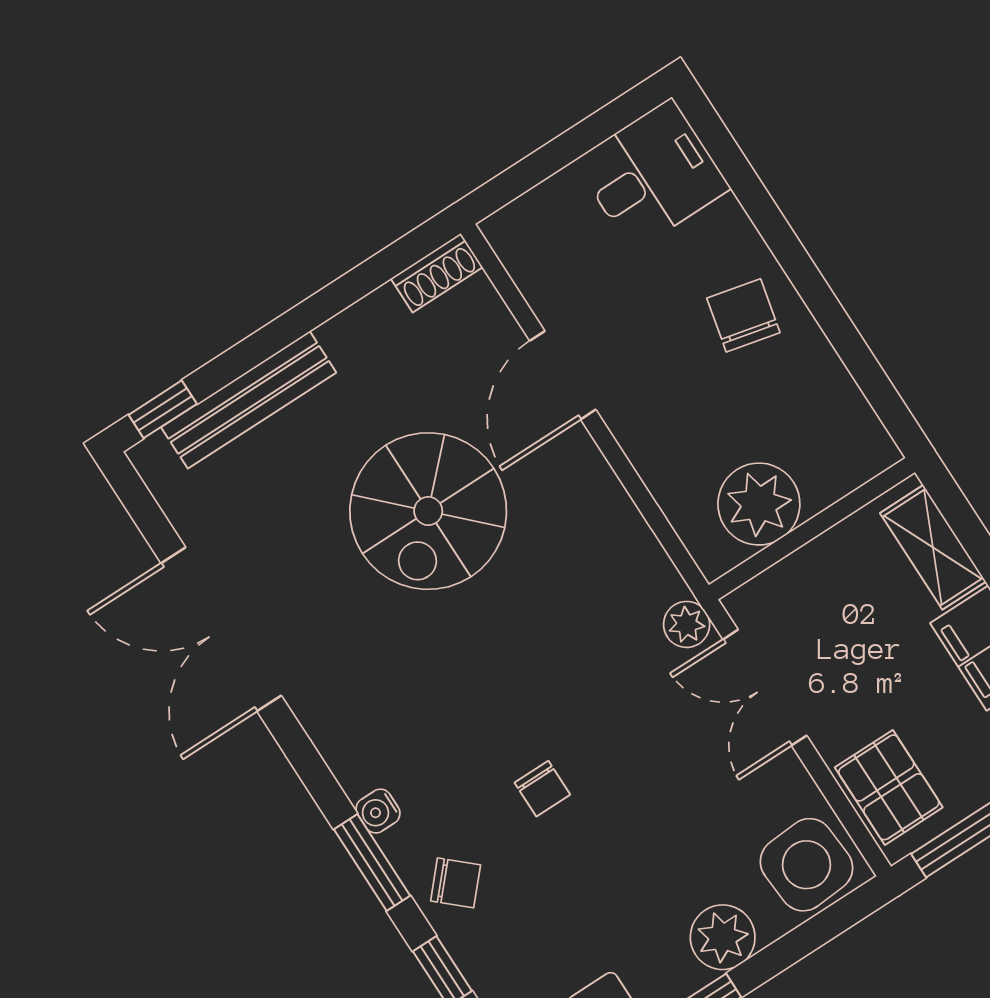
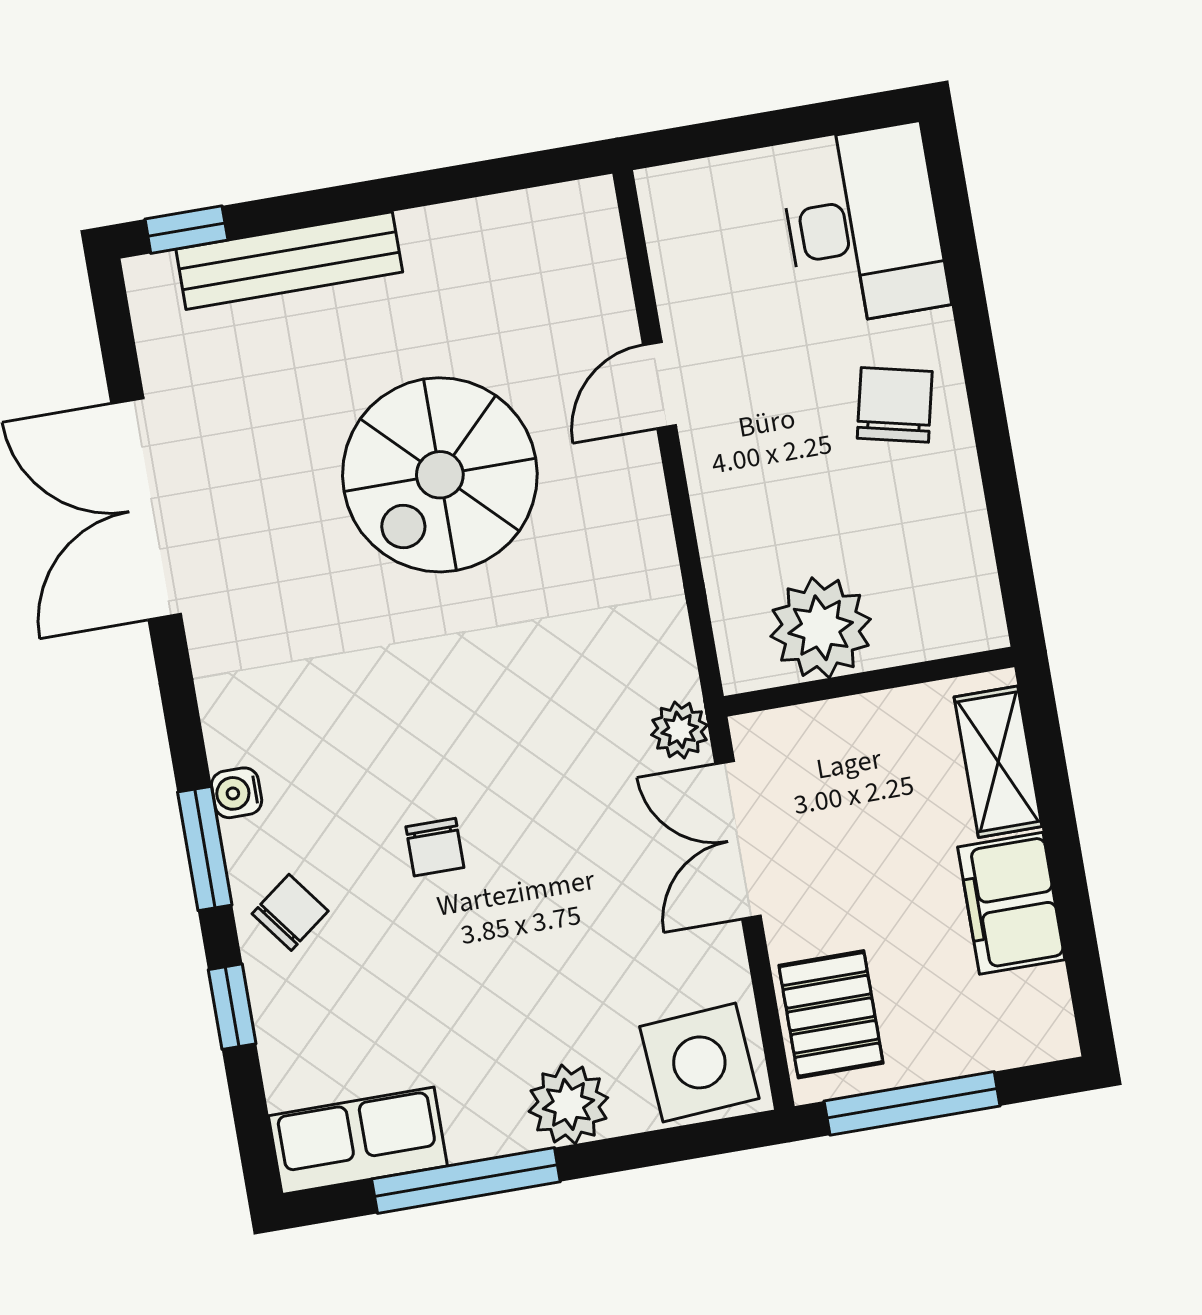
desk: (652, 175) -> (863, 225), width x1.37
shoe rack: (437, 273) -> (566, 207), removed
door: (563, 375) -> (660, 385), width x0.73
chair: (456, 883) -> (290, 912), turned -79

